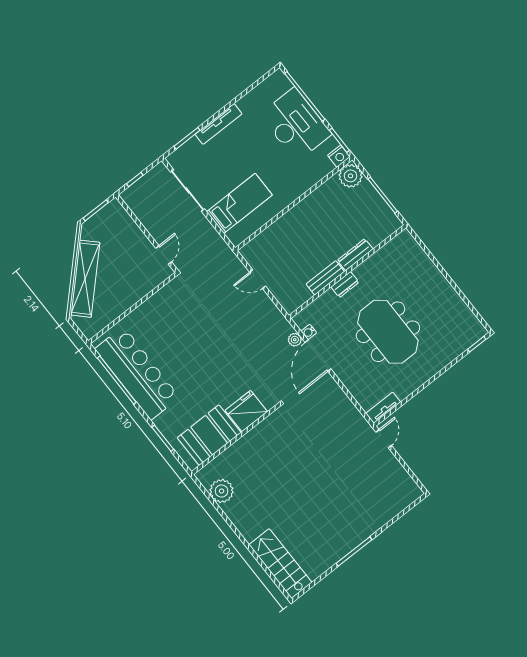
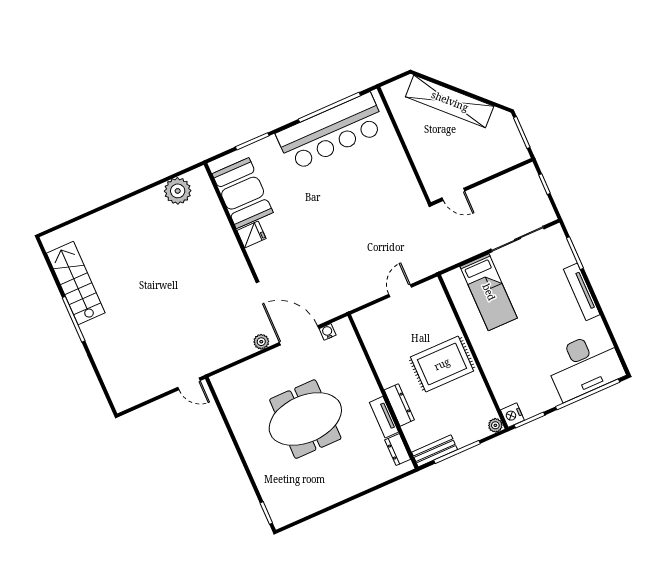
desk: (296, 124) -> (584, 365), moved
plant: (351, 176) -> (495, 425), width x0.53, depth x0.53
rug: (311, 227) -> (442, 364), added
bench: (325, 278) -> (435, 451), moved, turned 90
dresser: (345, 285) -> (398, 450), moved
plant: (295, 340) -> (261, 342), moved
tv unit: (383, 408) -> (384, 417), moved, turned 180
fridge: (246, 411) -> (251, 234), width x0.53, depth x0.75
stairs: (280, 564) -> (76, 283), moved, turned -90

